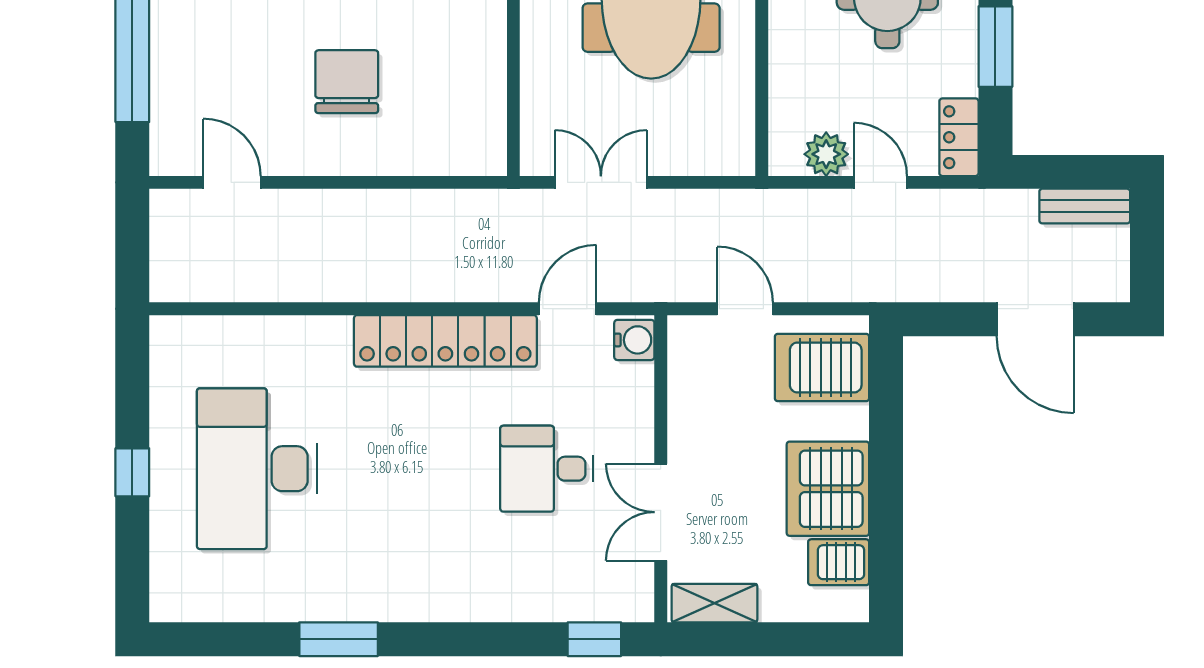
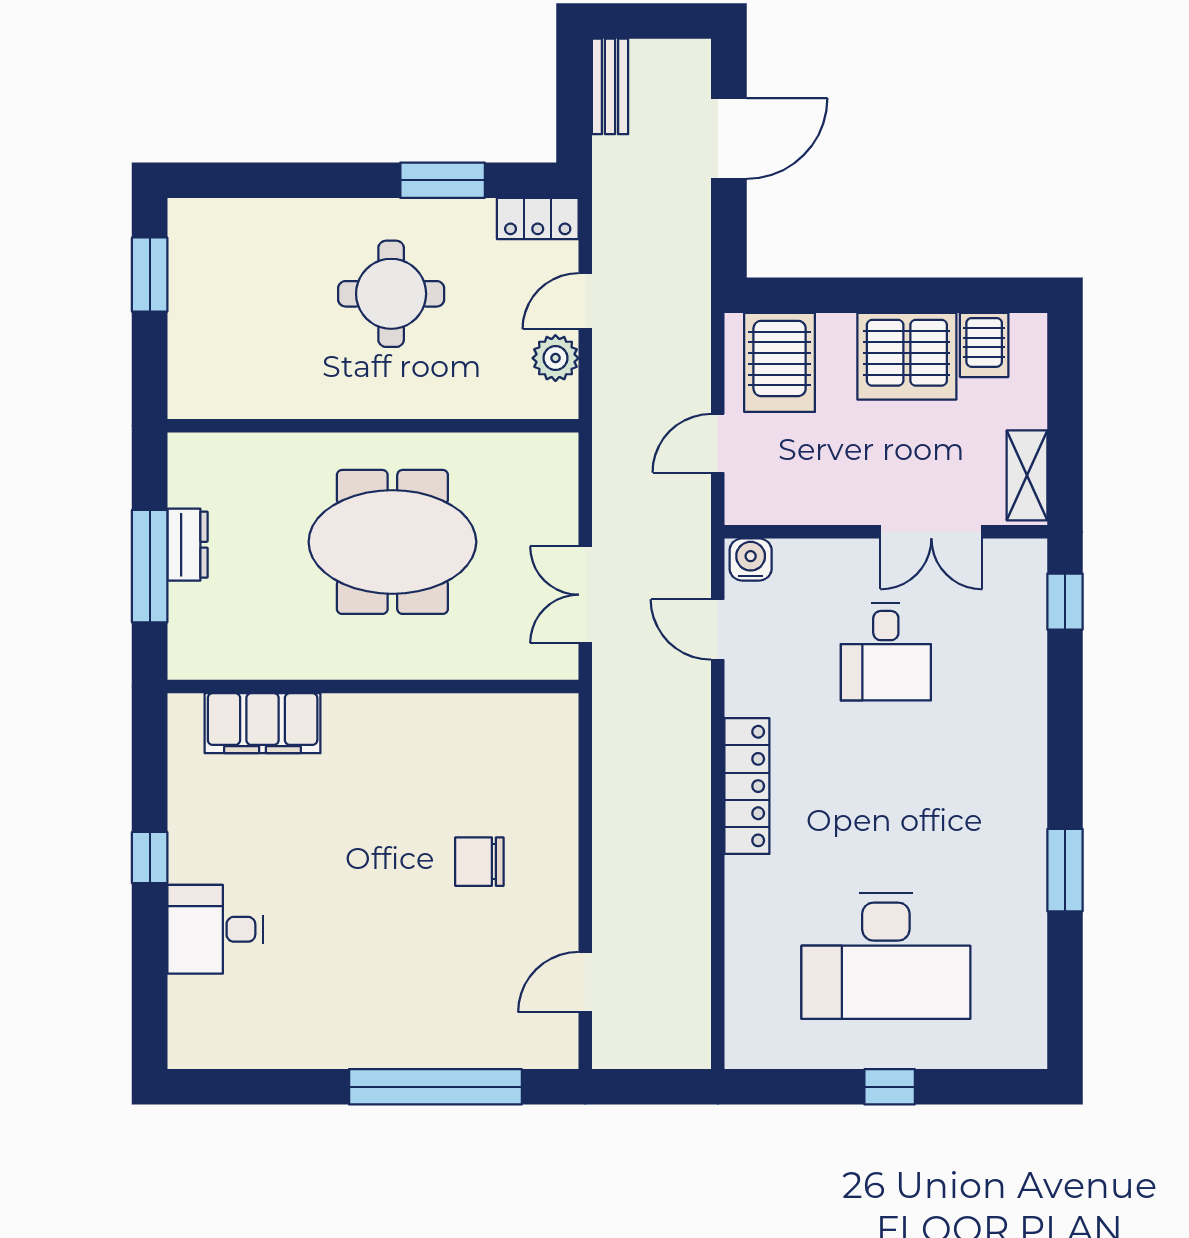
chair: (347, 82) -> (479, 862), width x0.73, depth x0.73
locker: (445, 341) -> (747, 786), width x0.71, depth x0.83

